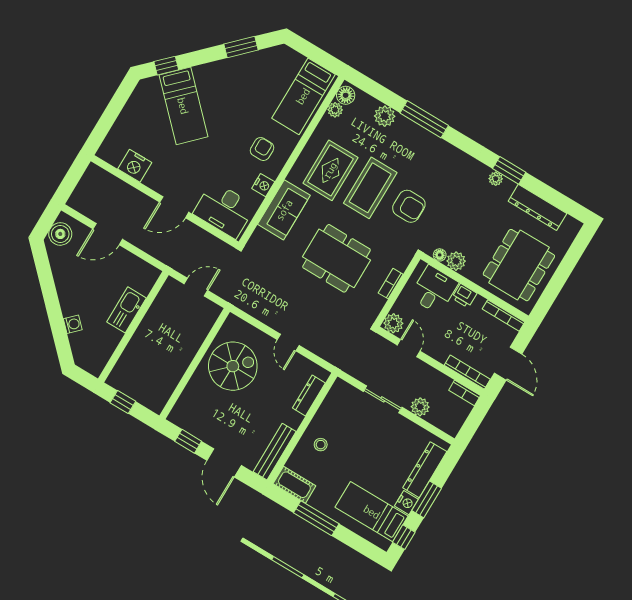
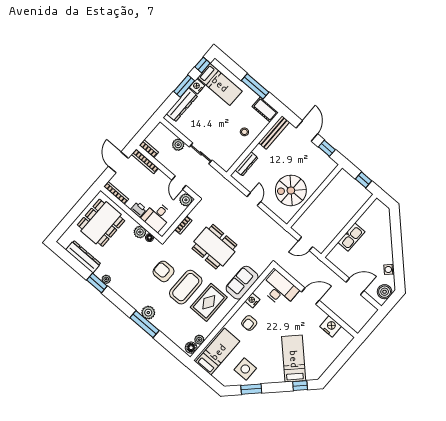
side table: (256, 77) -> (245, 369), added
plant: (385, 116) -> (148, 313), moved
washing machine: (73, 324) -> (389, 269), moved

